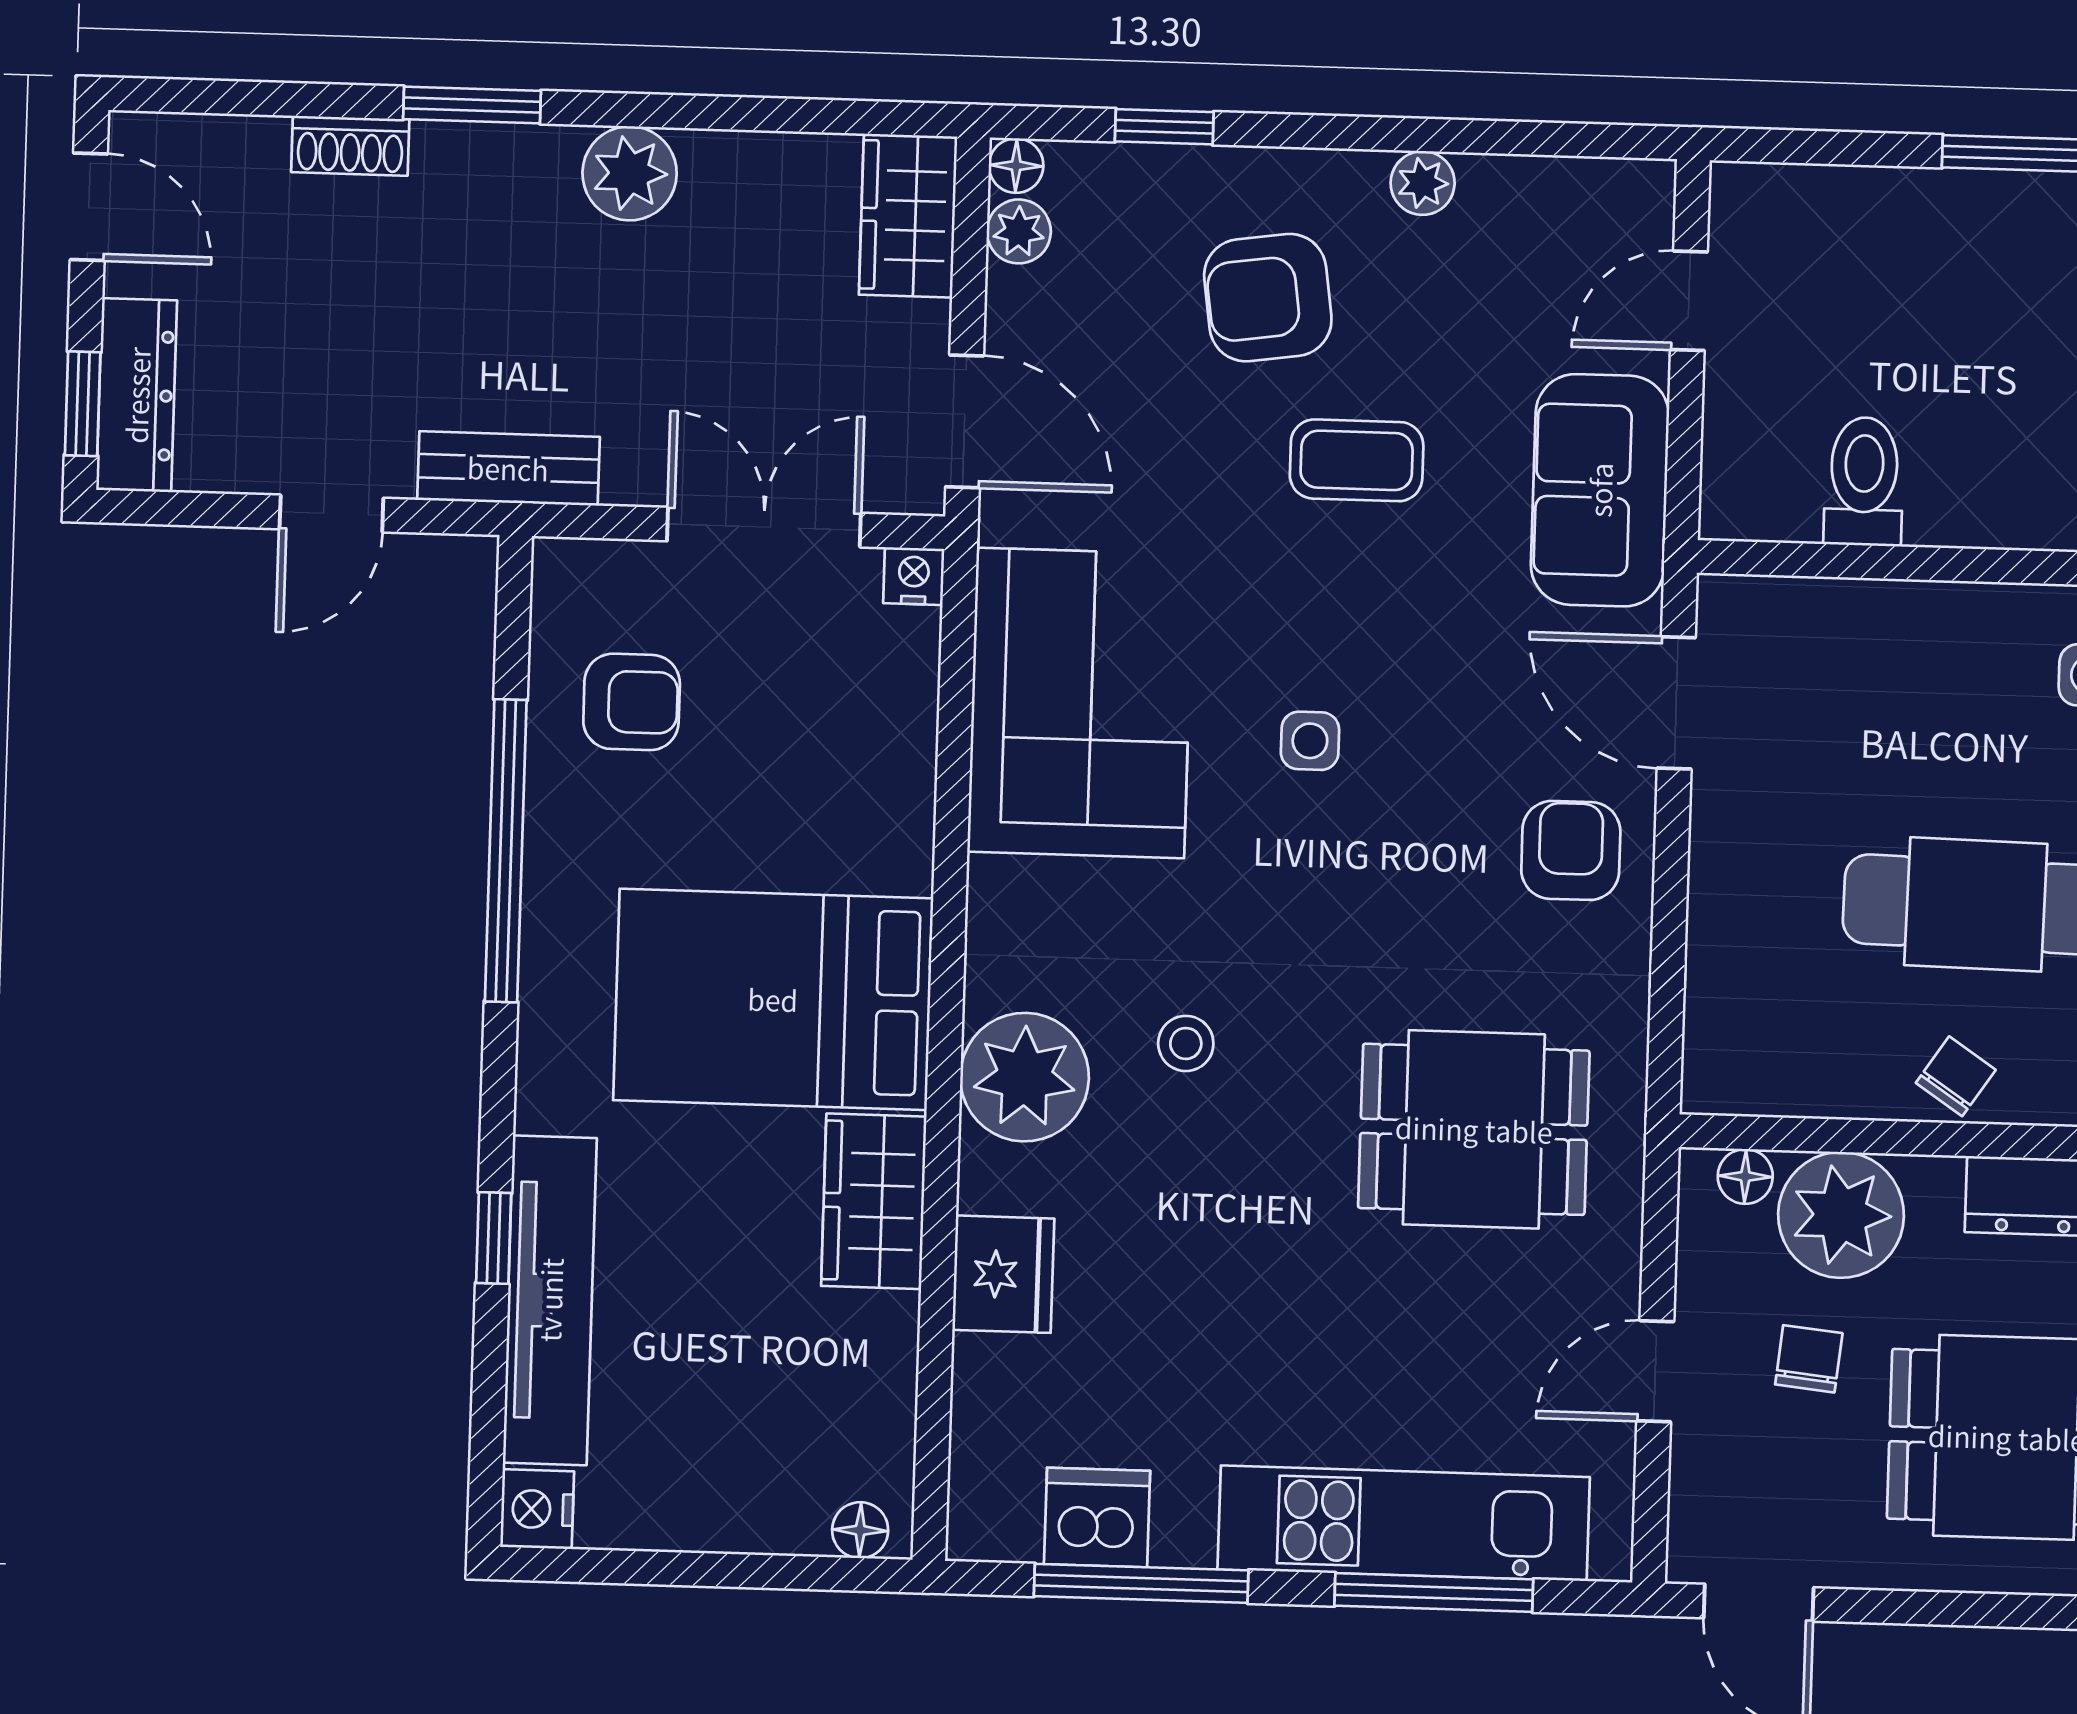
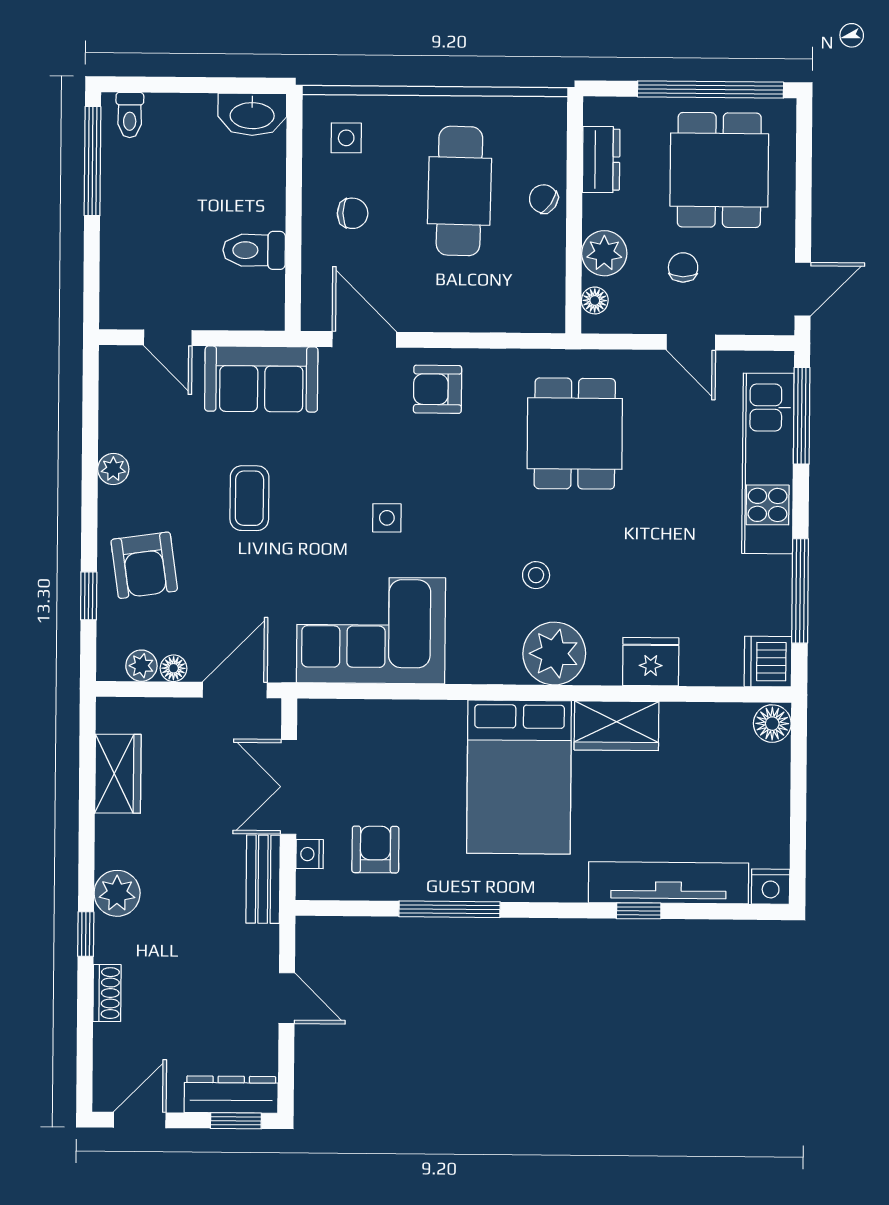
window: (472, 105) -> (86, 934), width x0.67
floor lamp: (1016, 166) -> (174, 668), moved
plant: (630, 173) -> (117, 893), moved
wardrobe: (908, 216) -> (118, 774), moved, turned -90
armchair: (1268, 298) -> (144, 565), moved
bench: (508, 468) -> (263, 879), moved
nightstand: (914, 576) -> (310, 854), moved
chair: (1935, 685) -> (353, 213), added
door: (1676, 703) -> (364, 339), swing flipped
window: (506, 851) -> (449, 909), width x0.68
plant: (1841, 1215) -> (604, 253), width x0.73, depth x0.73
chair: (1809, 1359) -> (683, 267), turned 84
dishwasher: (1097, 1517) -> (768, 662), moved
floor lamp: (860, 1530) -> (772, 724), width x1.37, depth x1.37
window: (1434, 1592) -> (802, 416), moved

